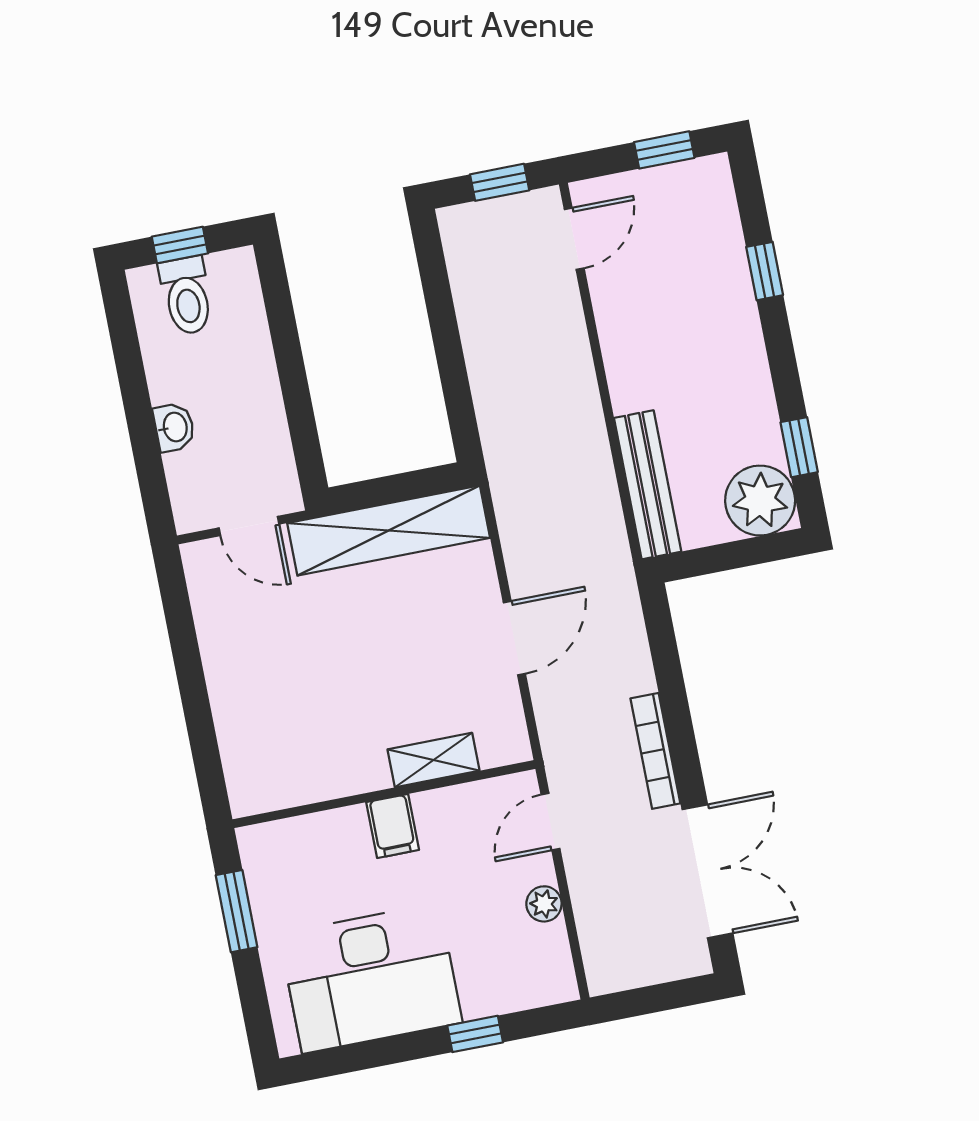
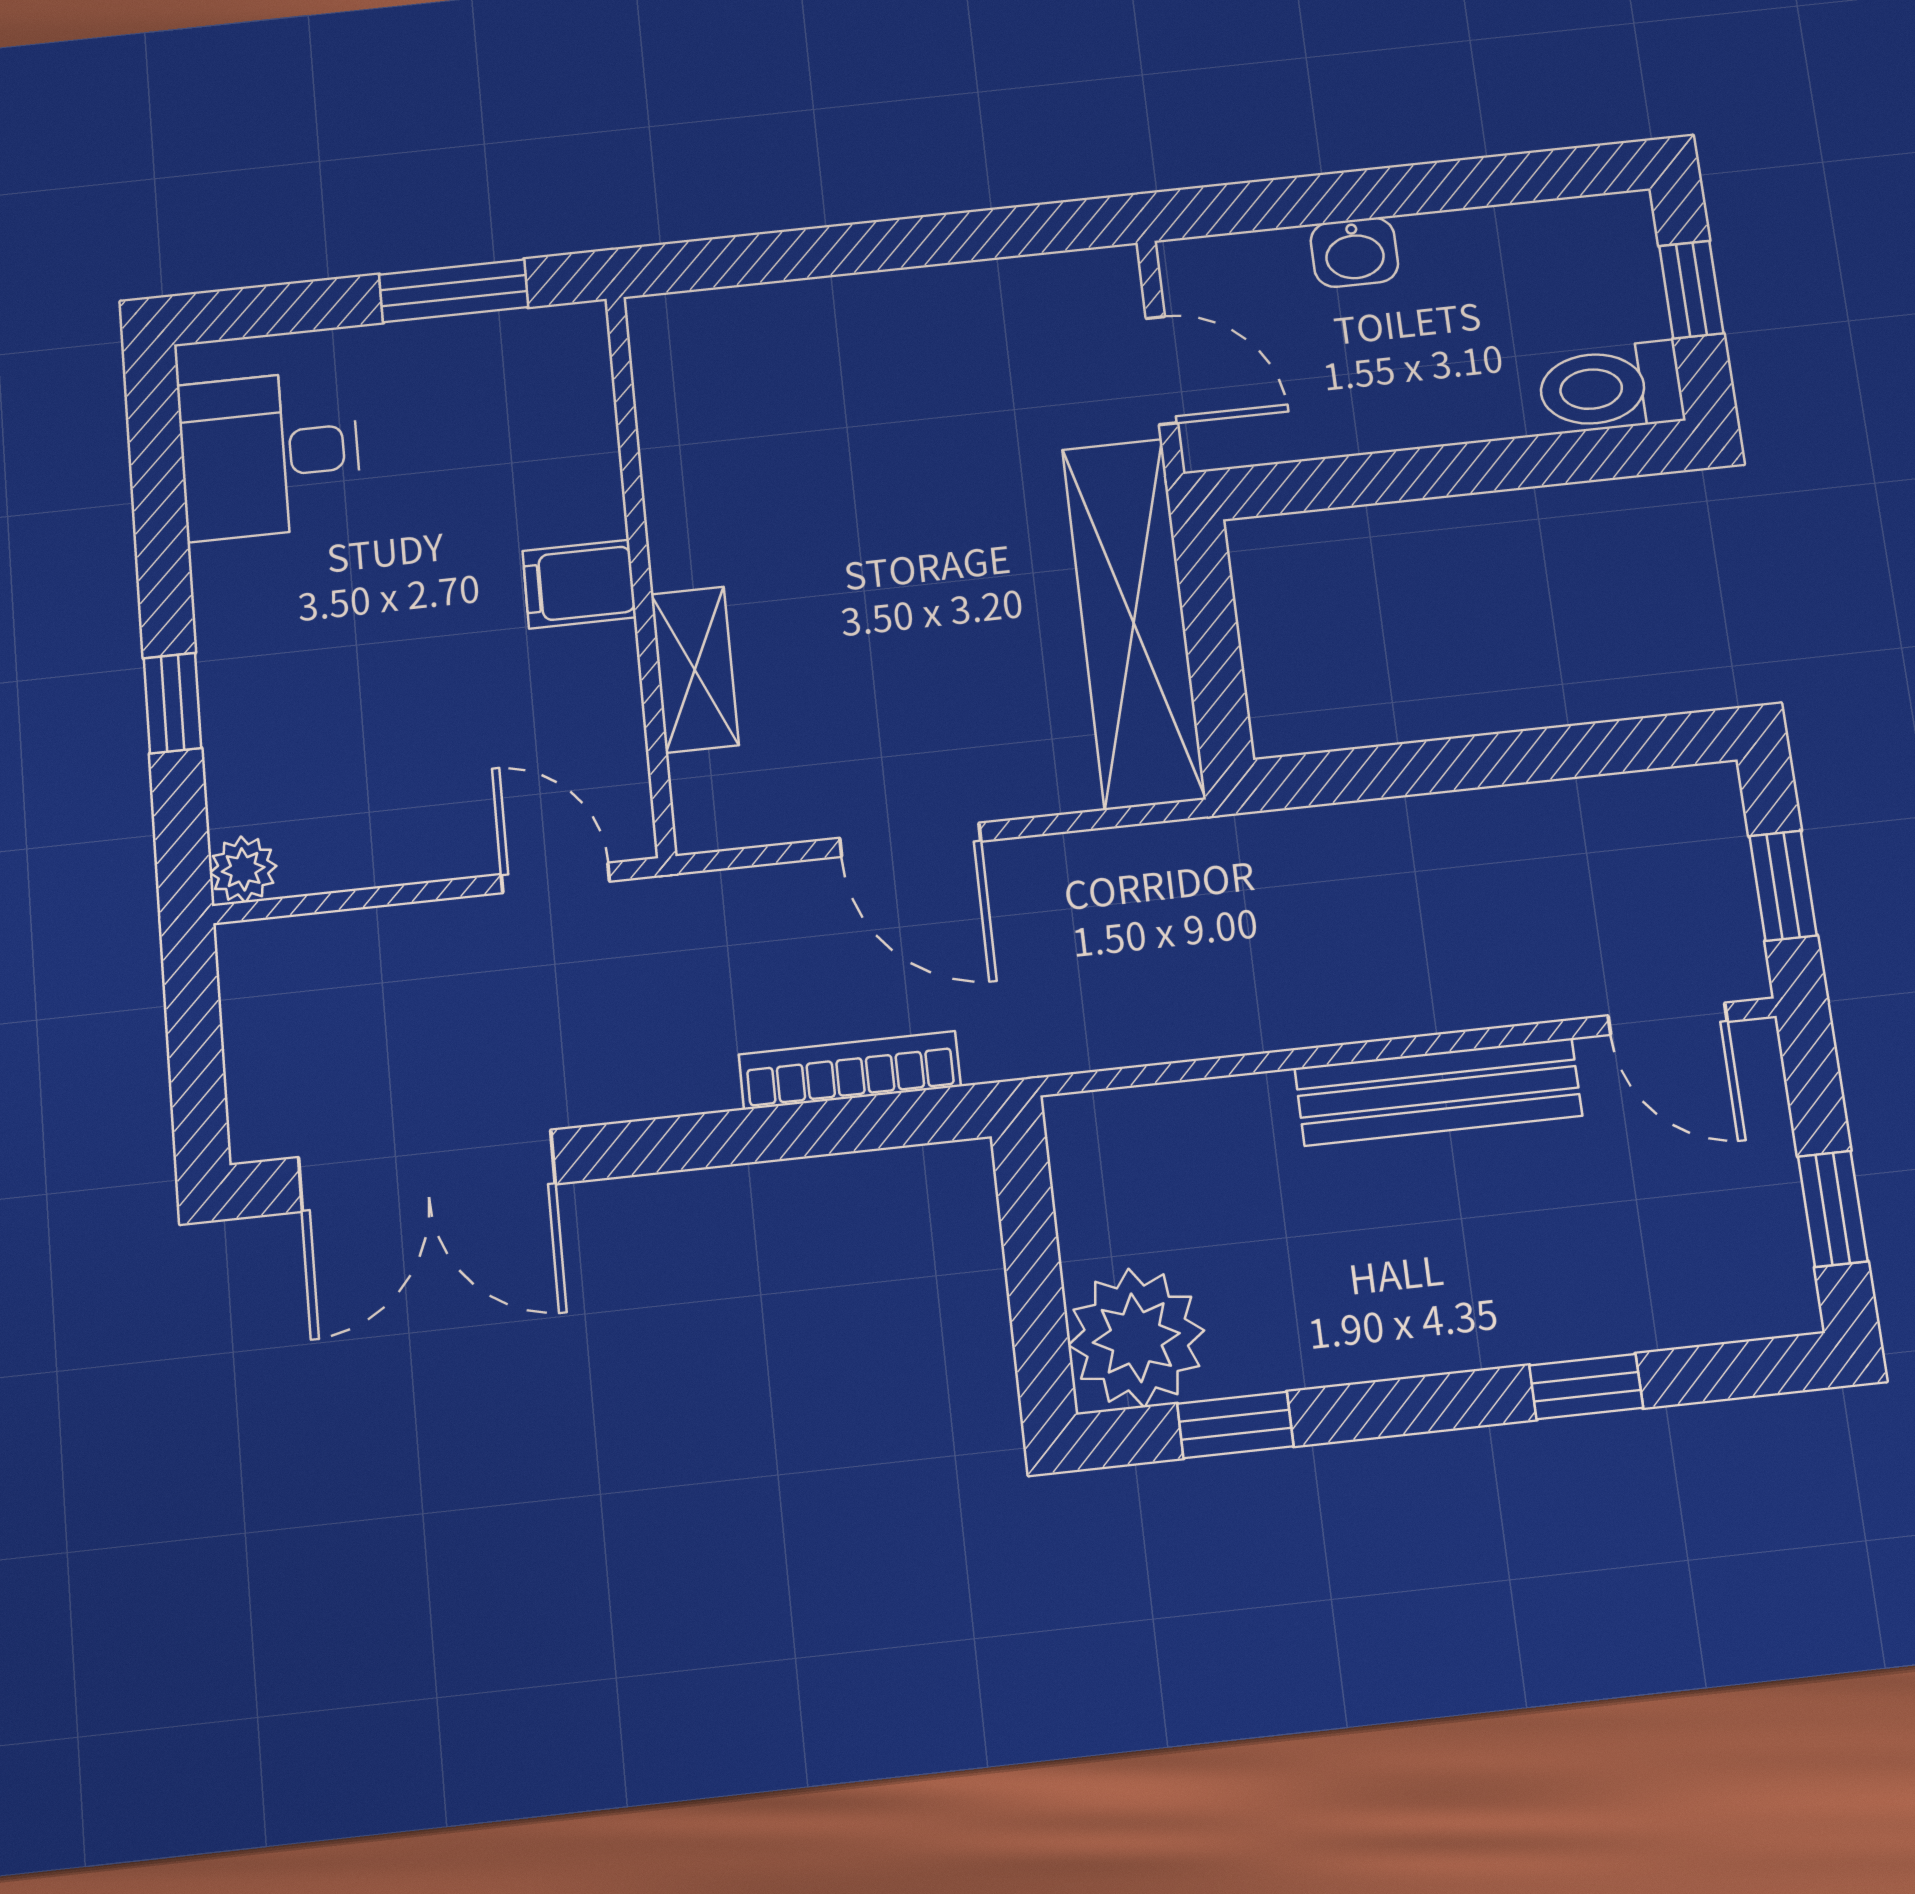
toilet: (186, 296) -> (1611, 387), moved
bench: (648, 485) -> (1438, 1092), moved
door: (249, 526) -> (1162, 370), swing flipped
bookcase: (655, 751) -> (850, 1070), moved
plant: (544, 904) -> (243, 869), moved
desk: (371, 978) -> (270, 455), width x0.53, depth x0.77

